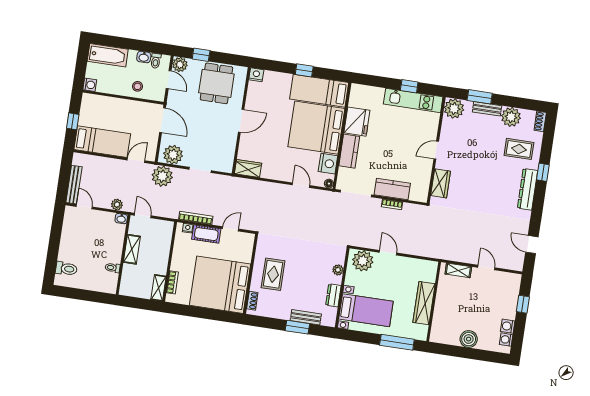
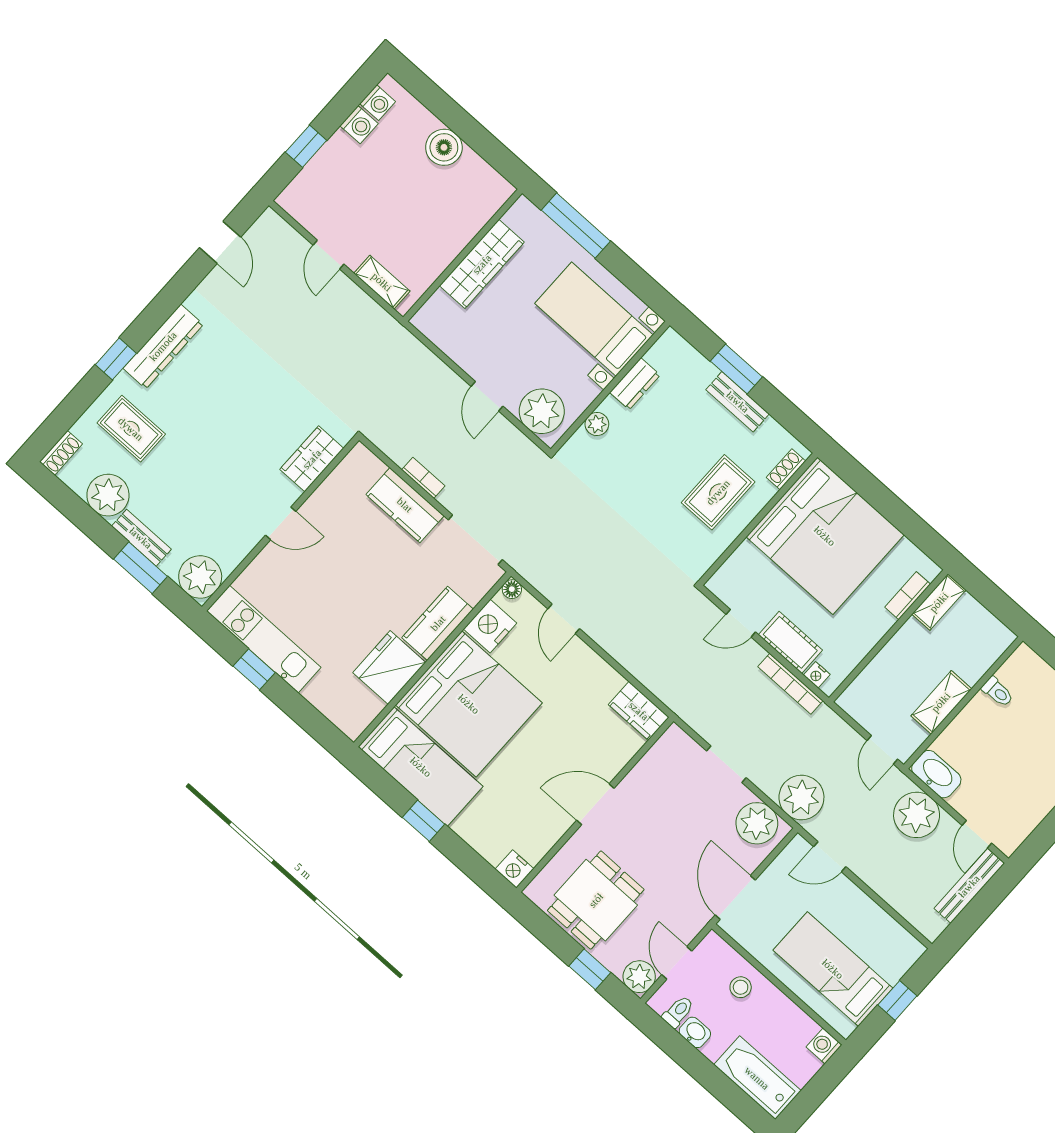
bed: (102, 142) -> (833, 969), moved
plant: (117, 205) -> (917, 815), width x1.88, depth x1.88
washbasin: (121, 219) -> (936, 774), width x1.91, depth x1.45
bench: (306, 317) -> (738, 402), moved

